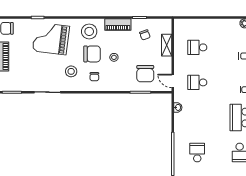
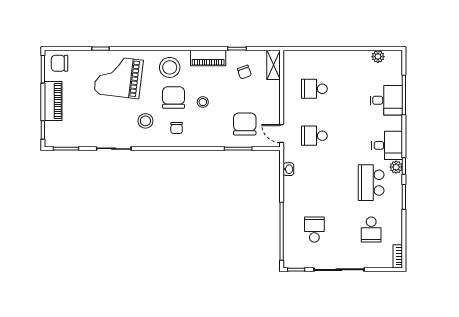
shelving: (167, 45) -> (273, 65), moved
chair: (92, 54) -> (174, 98), turned -90
chair: (145, 74) -> (245, 124), turned 180

